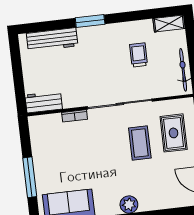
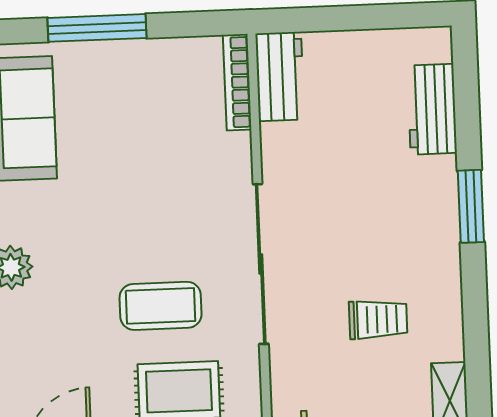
workbench: (52, 40) -> (432, 109), width x0.73
bookcase: (75, 116) -> (237, 82), moved, width x1.56

